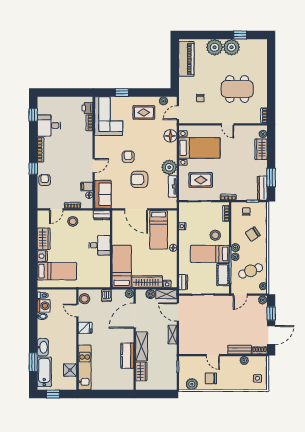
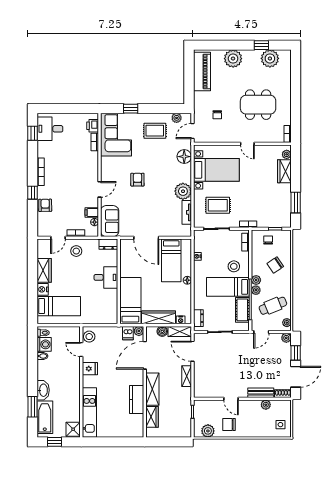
plant: (232, 47) -> (270, 58), moved
desk: (49, 126) -> (50, 129), moved
armchair: (139, 179) -> (150, 205), removed
dresser: (262, 188) -> (286, 214), removed
dishwasher: (106, 296) -> (128, 333), moved
shower: (70, 370) -> (73, 429), moved

